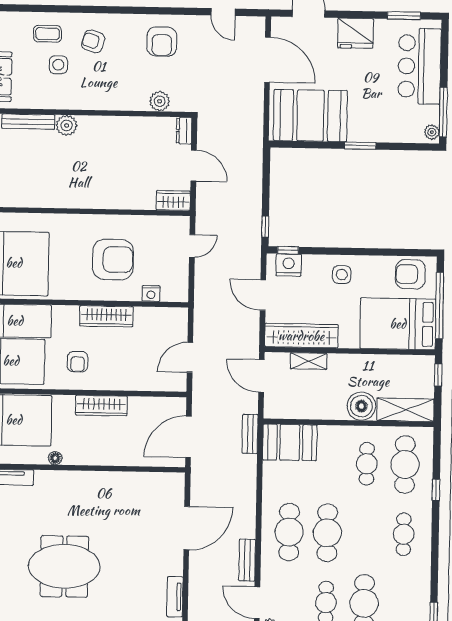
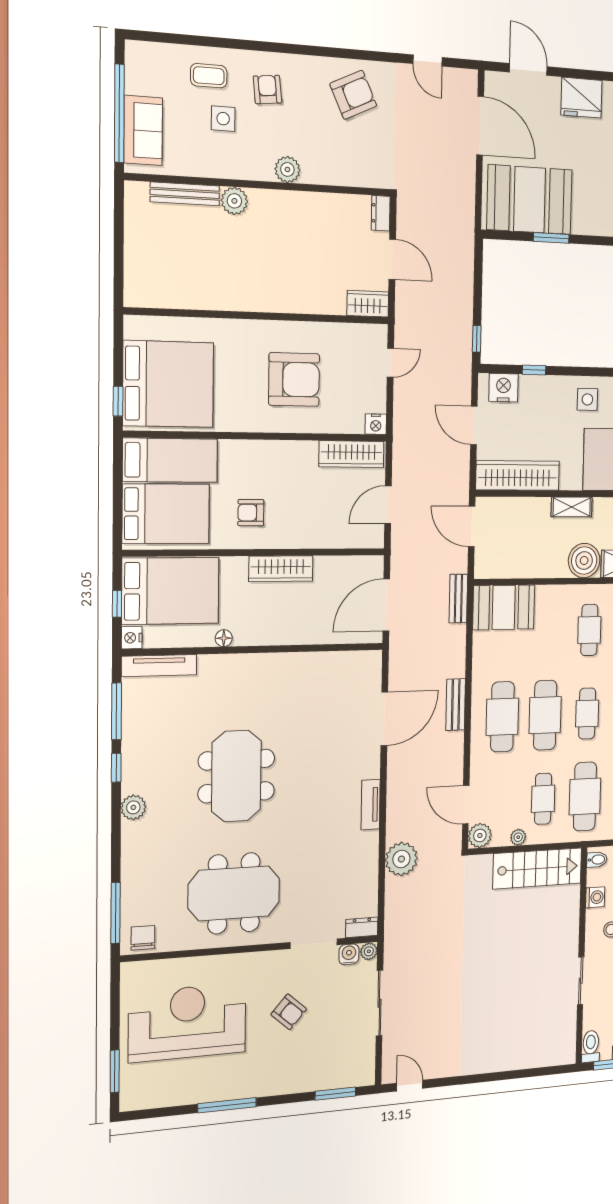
armchair: (93, 41) -> (267, 89), turned 67
armchair: (162, 42) -> (353, 95), turned -115
plant: (160, 101) -> (287, 169), moved
window: (360, 146) -> (551, 238), moved
window: (288, 250) -> (534, 370), moved
side table: (342, 275) -> (587, 399), moved
nightstand: (151, 293) -> (376, 424), moved
wardrobe: (106, 316) -> (351, 454), moved
shelving: (309, 361) -> (572, 507), moved
armchair: (78, 362) -> (251, 513), turned 90
cafe table: (365, 534) -> (587, 714), added
bench: (247, 560) -> (456, 705), moved
meeting table: (64, 566) -> (236, 776), turned 90

